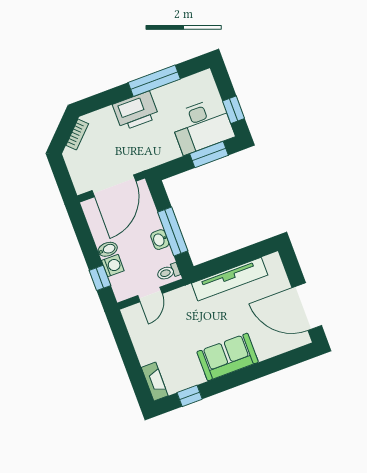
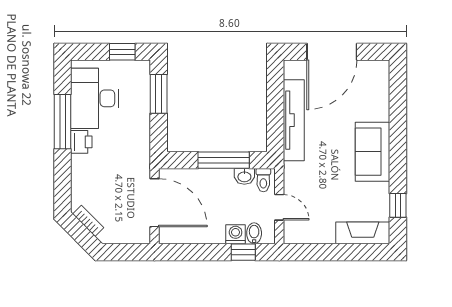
printer: (136, 111) -> (81, 142), width x0.53, depth x0.68
desk: (202, 126) -> (95, 98), moved, turned 180
washbasin: (160, 240) -> (244, 176), moved
bidet: (108, 249) -> (254, 233), moved
door: (307, 307) -> (332, 52), moved
fireplace: (155, 382) -> (363, 233), width x1.37, depth x1.32

